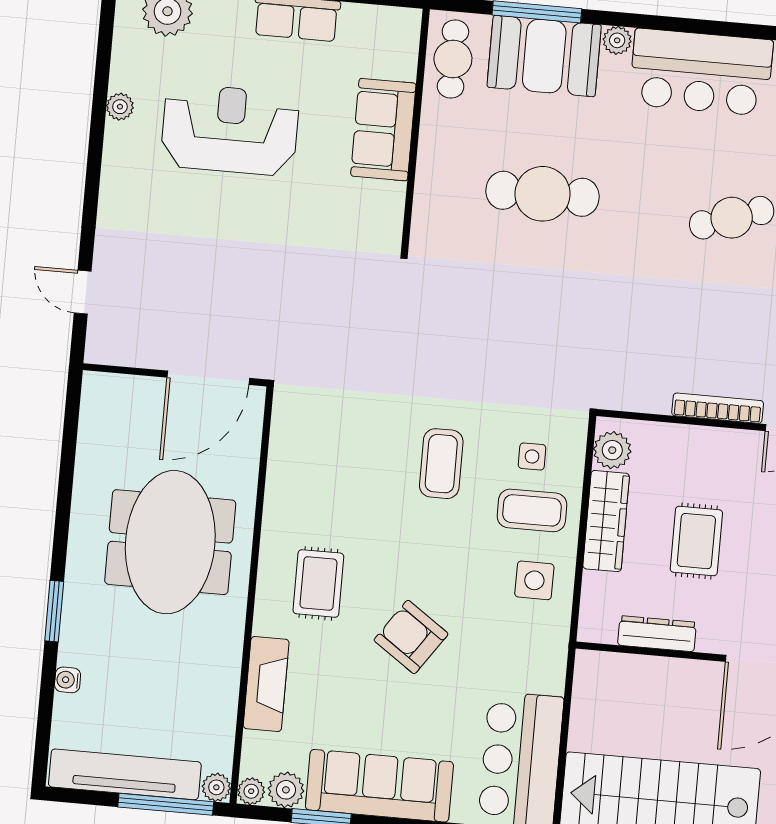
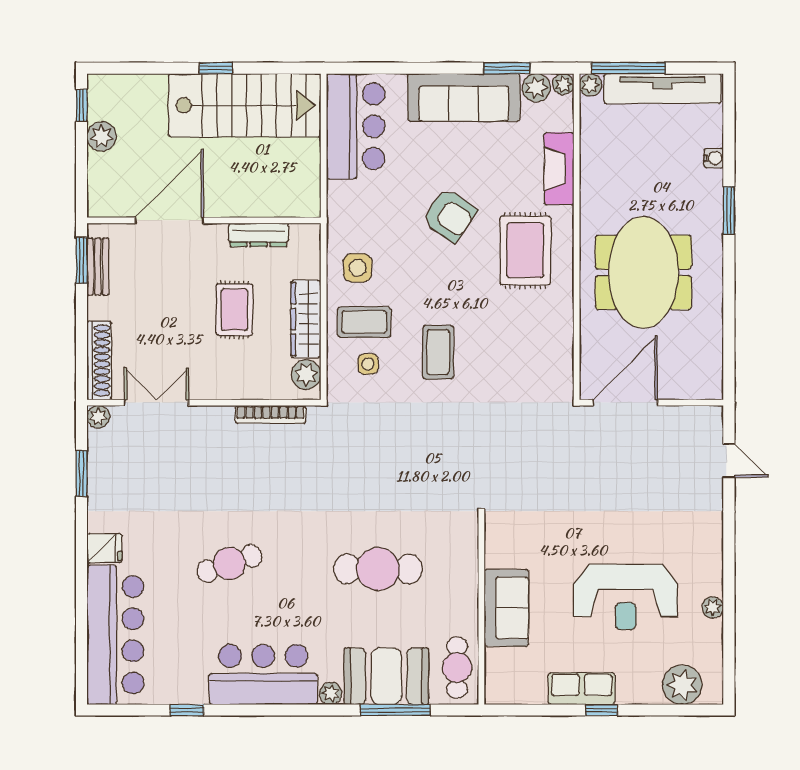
bookcase: (718, 408) -> (271, 414), moved
rug: (318, 583) -> (525, 250), width x1.36, depth x1.43

